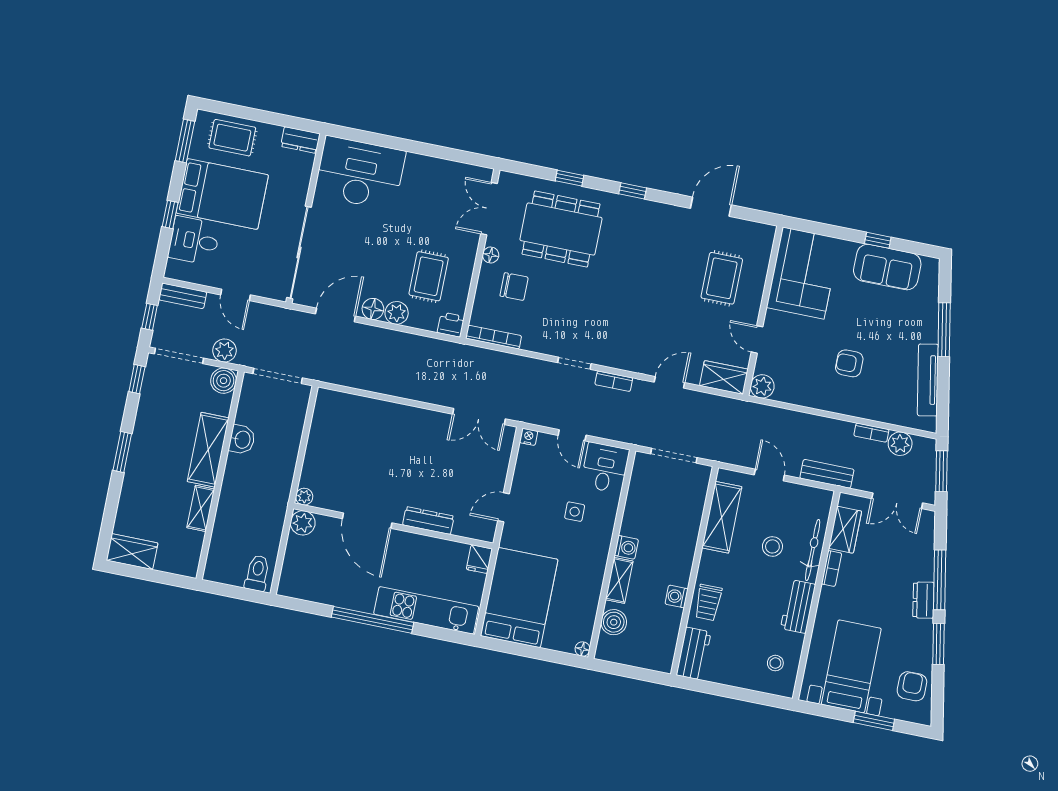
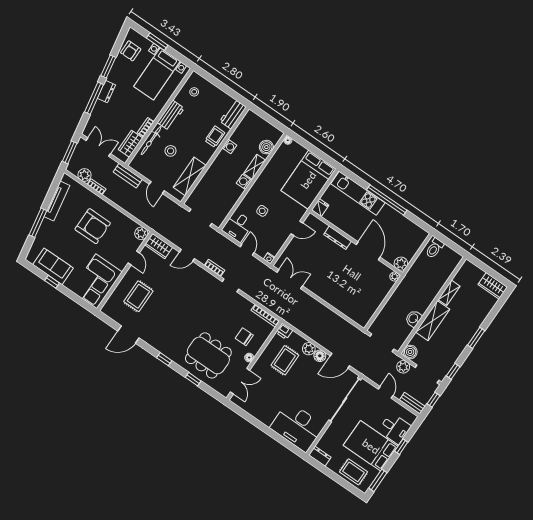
armchair: (849, 363) -> (93, 226), width x1.88, depth x1.88

